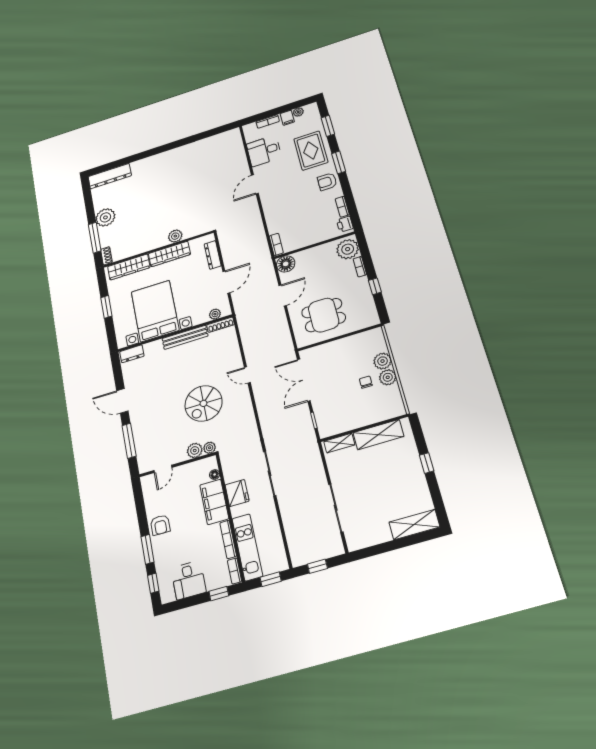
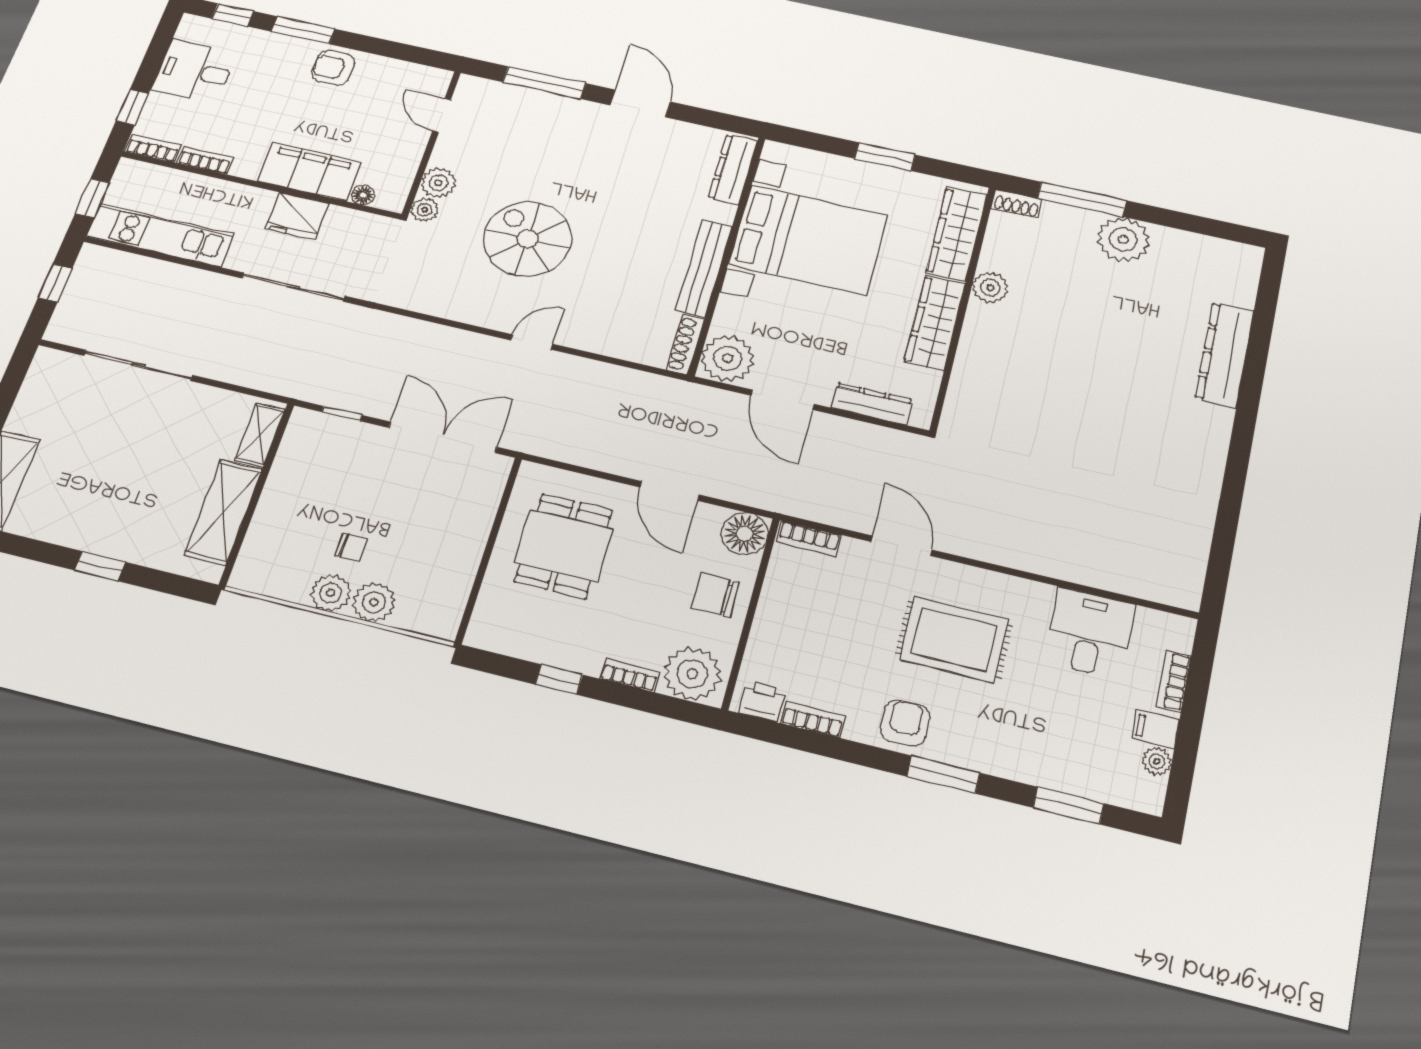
rug: (311, 151) -> (954, 640), moved
dresser: (110, 176) -> (1225, 354), moved
door: (255, 184) -> (901, 546), moved
plant: (175, 236) -> (990, 288), moved
chair: (314, 259) -> (715, 595), added
plant: (215, 314) -> (728, 358), width x1.87, depth x1.87
dresser: (132, 354) -> (733, 169), width x1.44
door: (122, 401) -> (640, 103), hinge flipped
bookcase: (228, 539) -> (205, 160), width x0.64
kitchen unit: (247, 547) -> (160, 235), moved, turned 180

